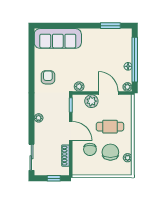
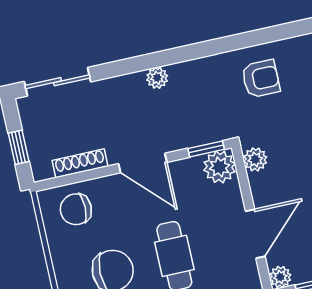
plant: (91, 101) -> (220, 167), moved
door: (71, 131) -> (143, 163), hinge flipped
chair: (90, 149) -> (76, 209), moved

